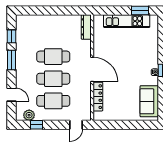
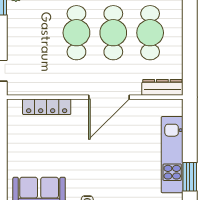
door: (92, 69) -> (109, 97), moved
cafe table: (53, 101) -> (150, 33), moved

